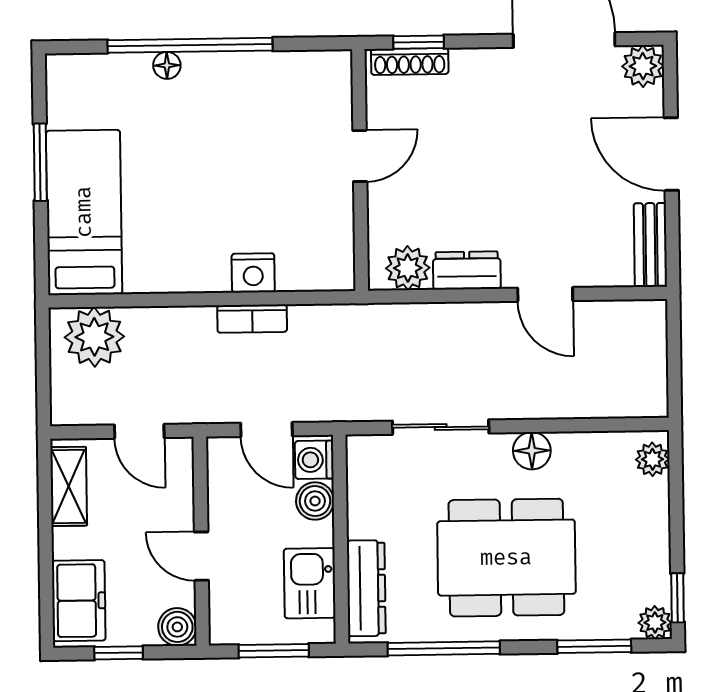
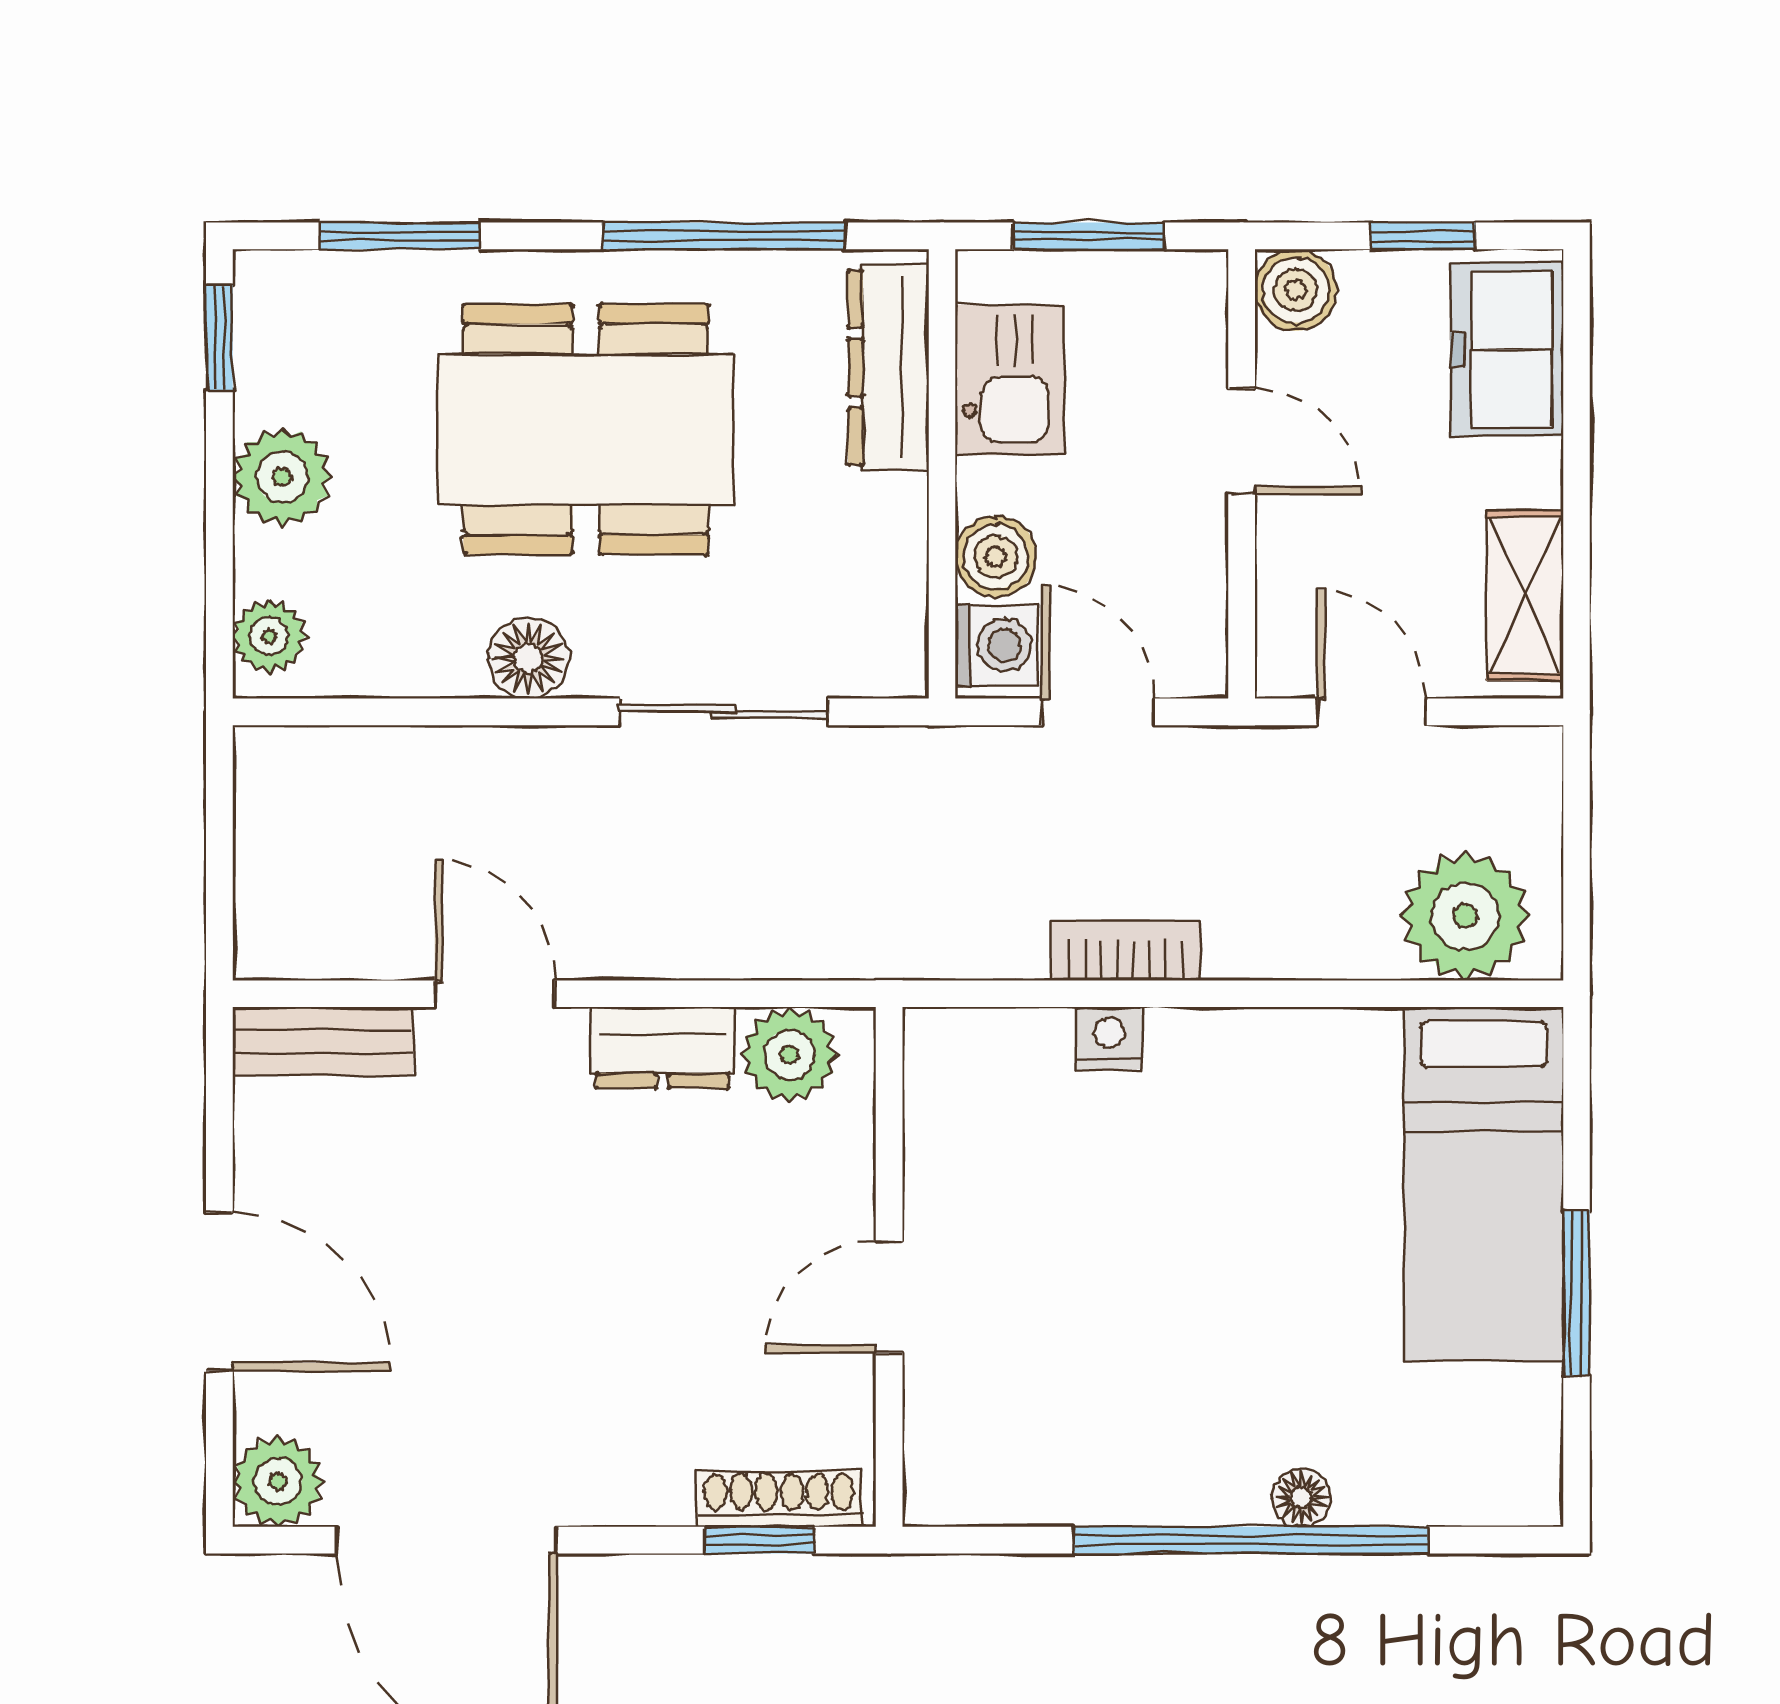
bench: (650, 245) -> (323, 1041), moved, turned 90
nightstand: (253, 273) -> (1109, 1038), width x0.72, depth x0.74
plant: (655, 623) -> (282, 477), moved, width x1.38, depth x1.38

